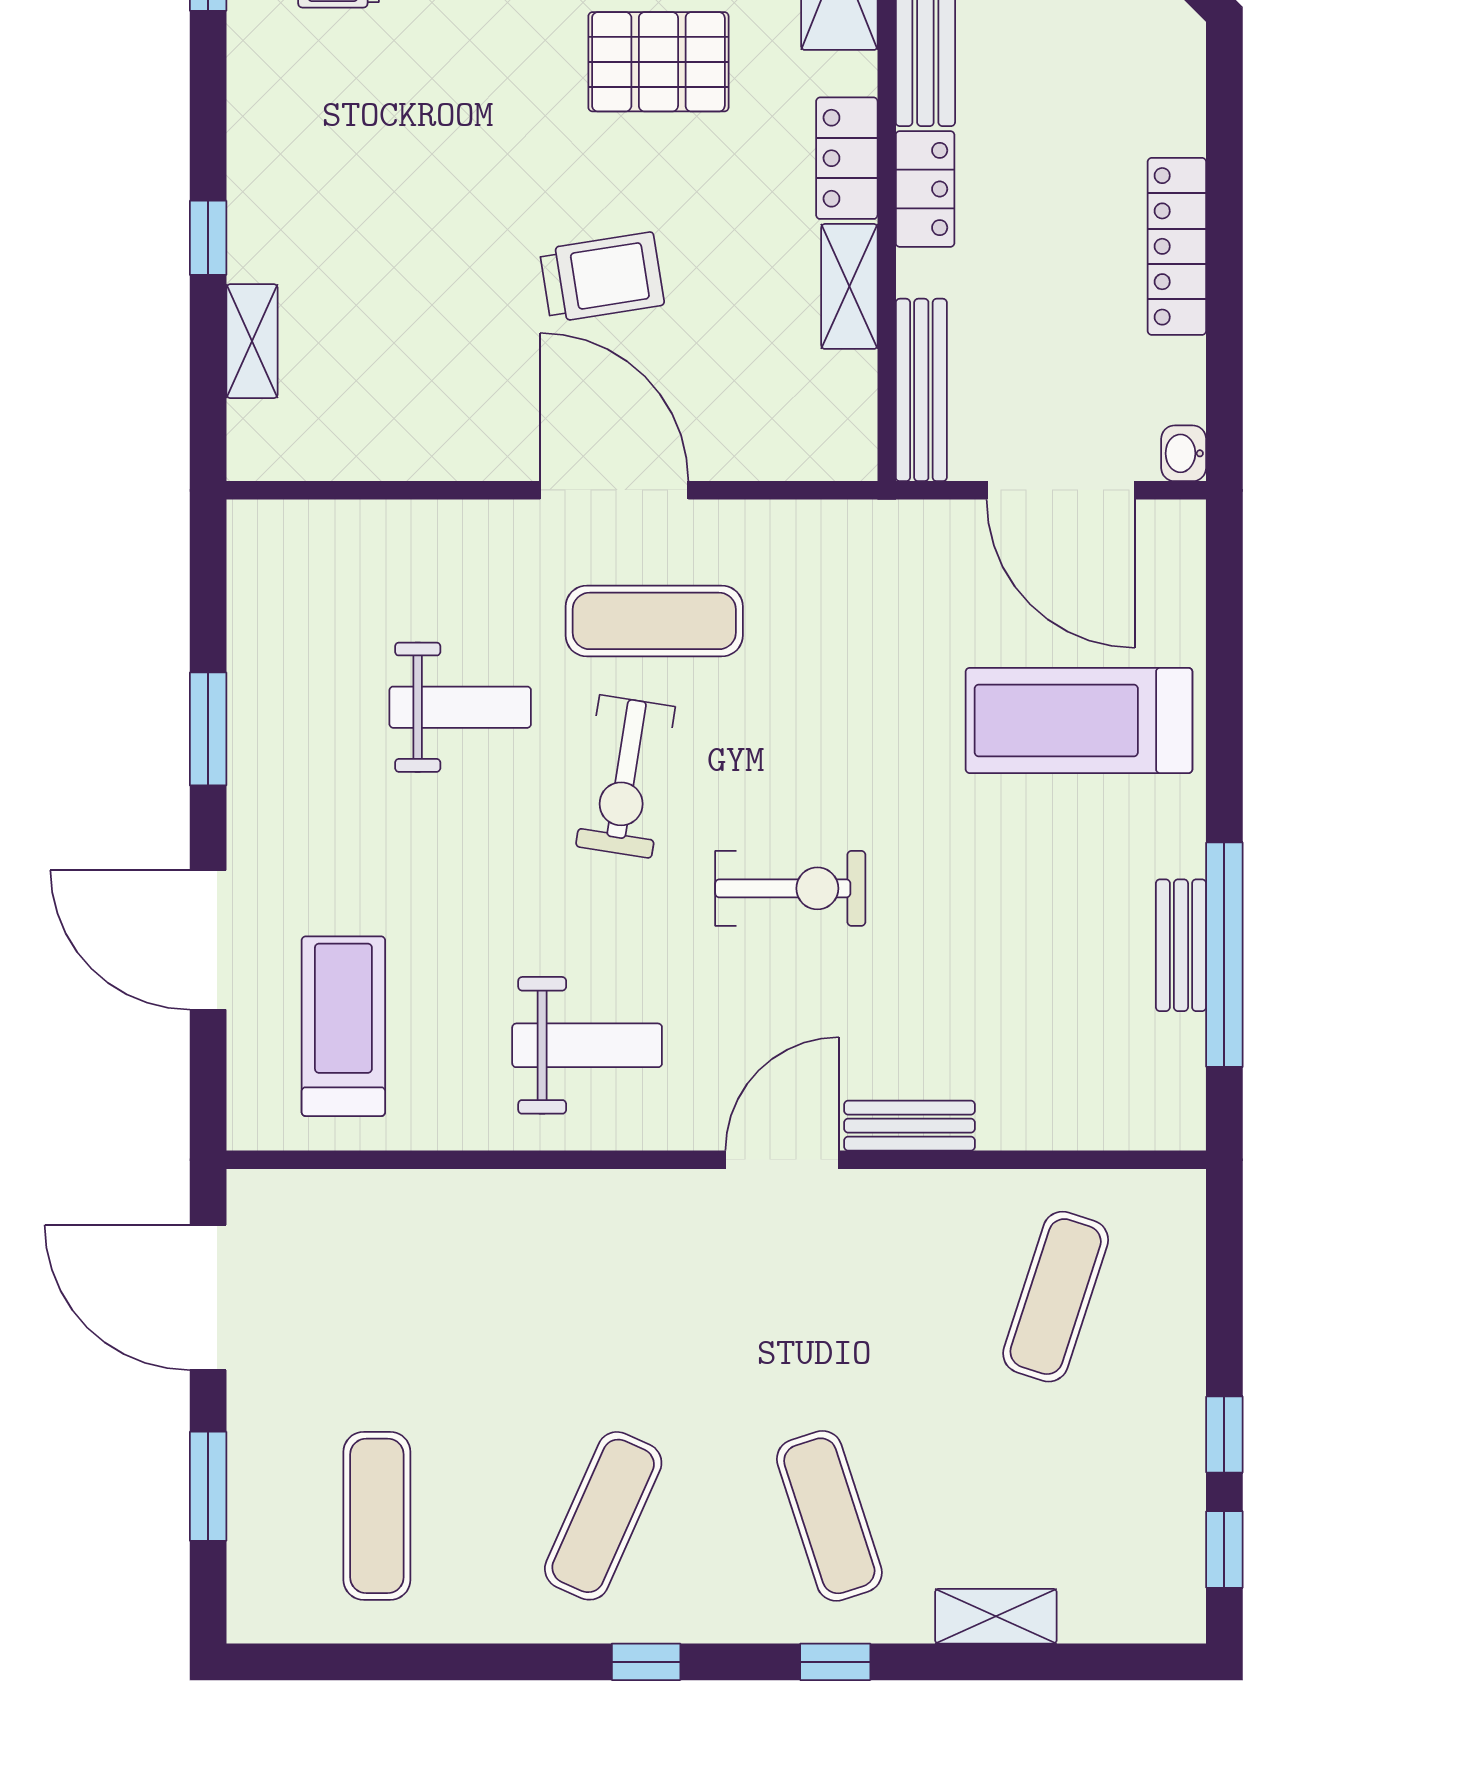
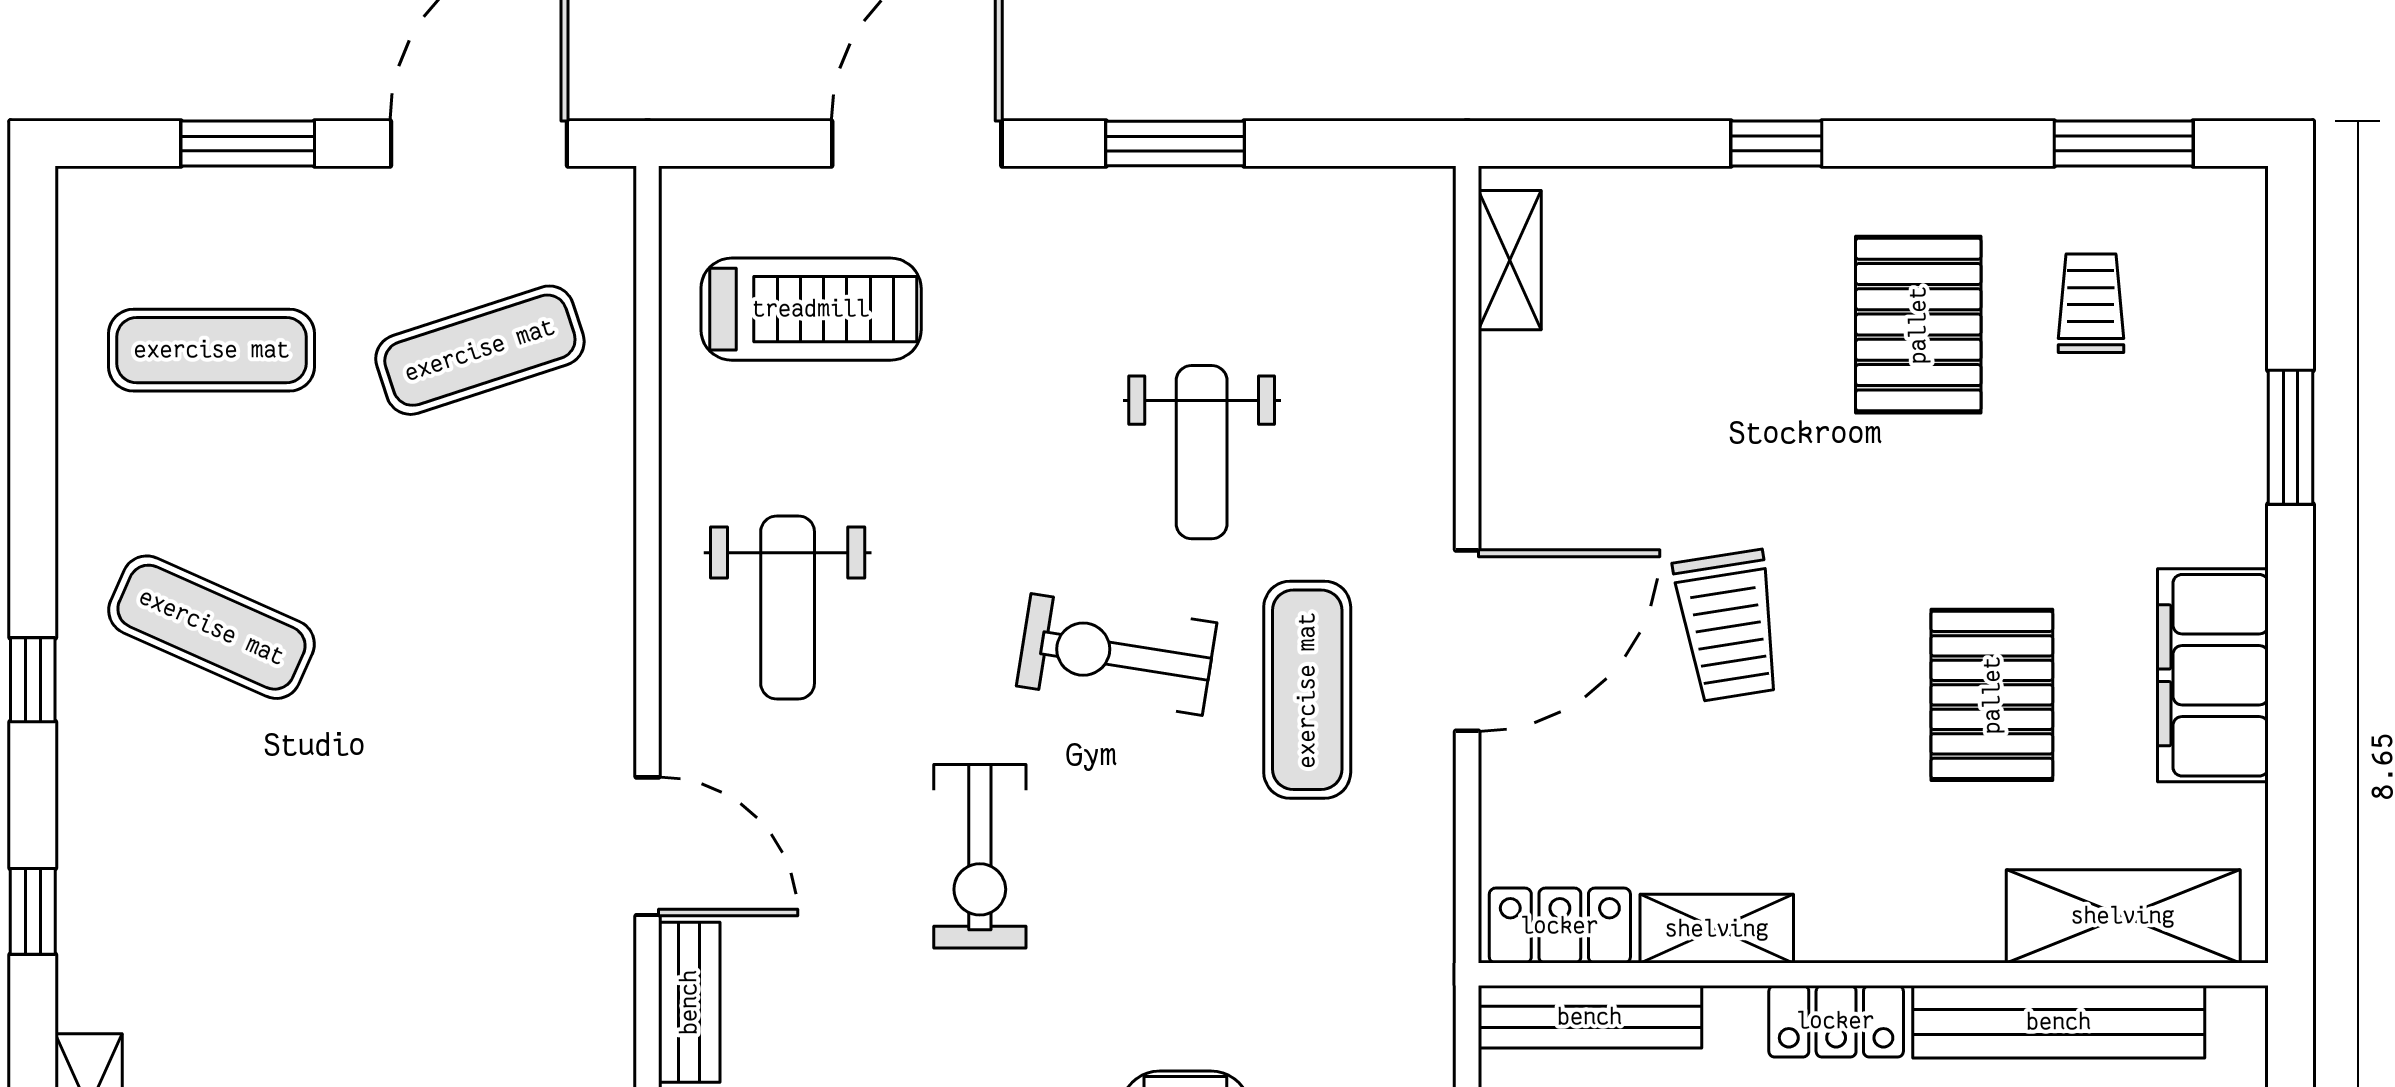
pallet: (356, 122) -> (1918, 325), added
locker: (847, 158) -> (1560, 926), moved
shelving: (252, 341) -> (1510, 260), moved, turned 90
exercise mat: (829, 1516) -> (480, 350), moved

